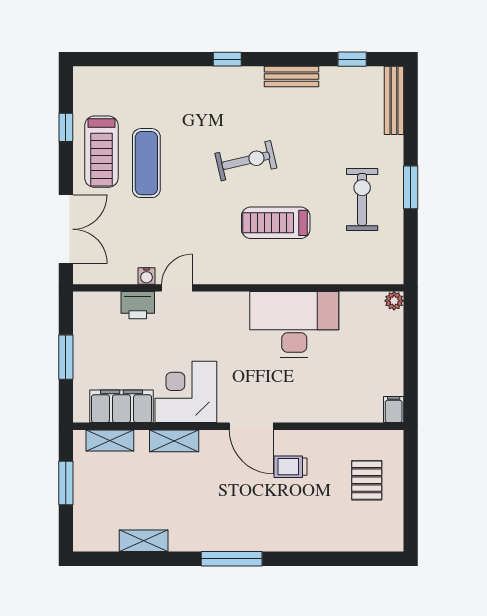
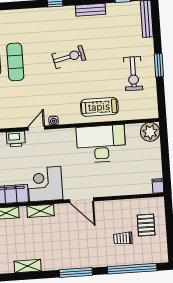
exercise bike: (362, 199) -> (133, 74), turned 180
treadmill: (276, 223) -> (99, 107), moved
water cooler: (147, 276) -> (54, 121), moved
plant: (394, 301) -> (150, 132), width x1.88, depth x1.88
trolley: (291, 467) -> (123, 238), moved
window: (336, 559) -> (132, 269), added

